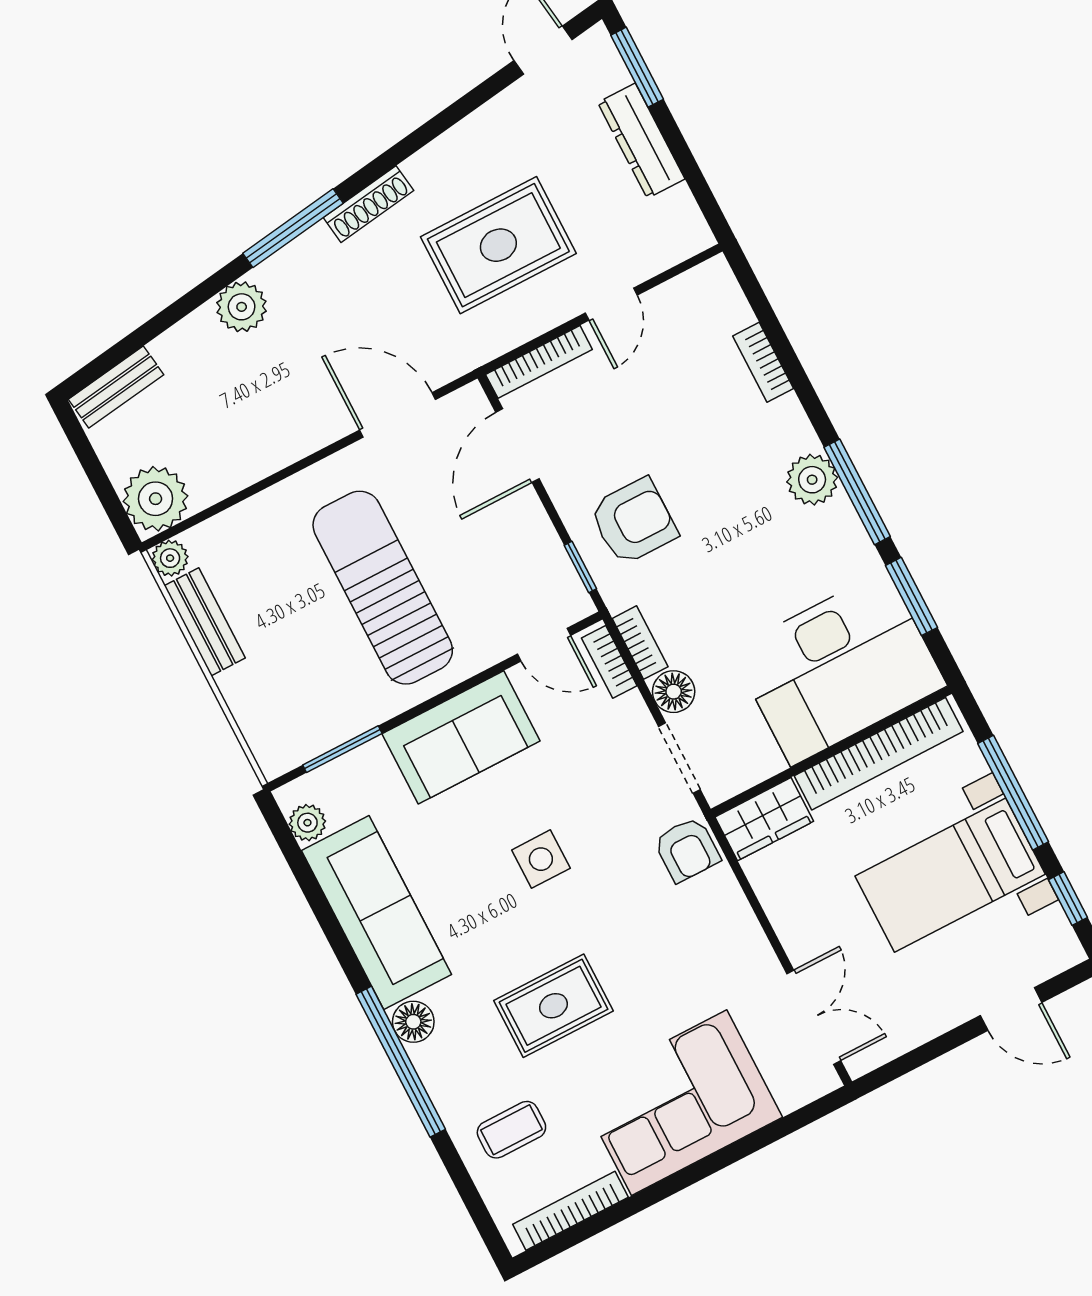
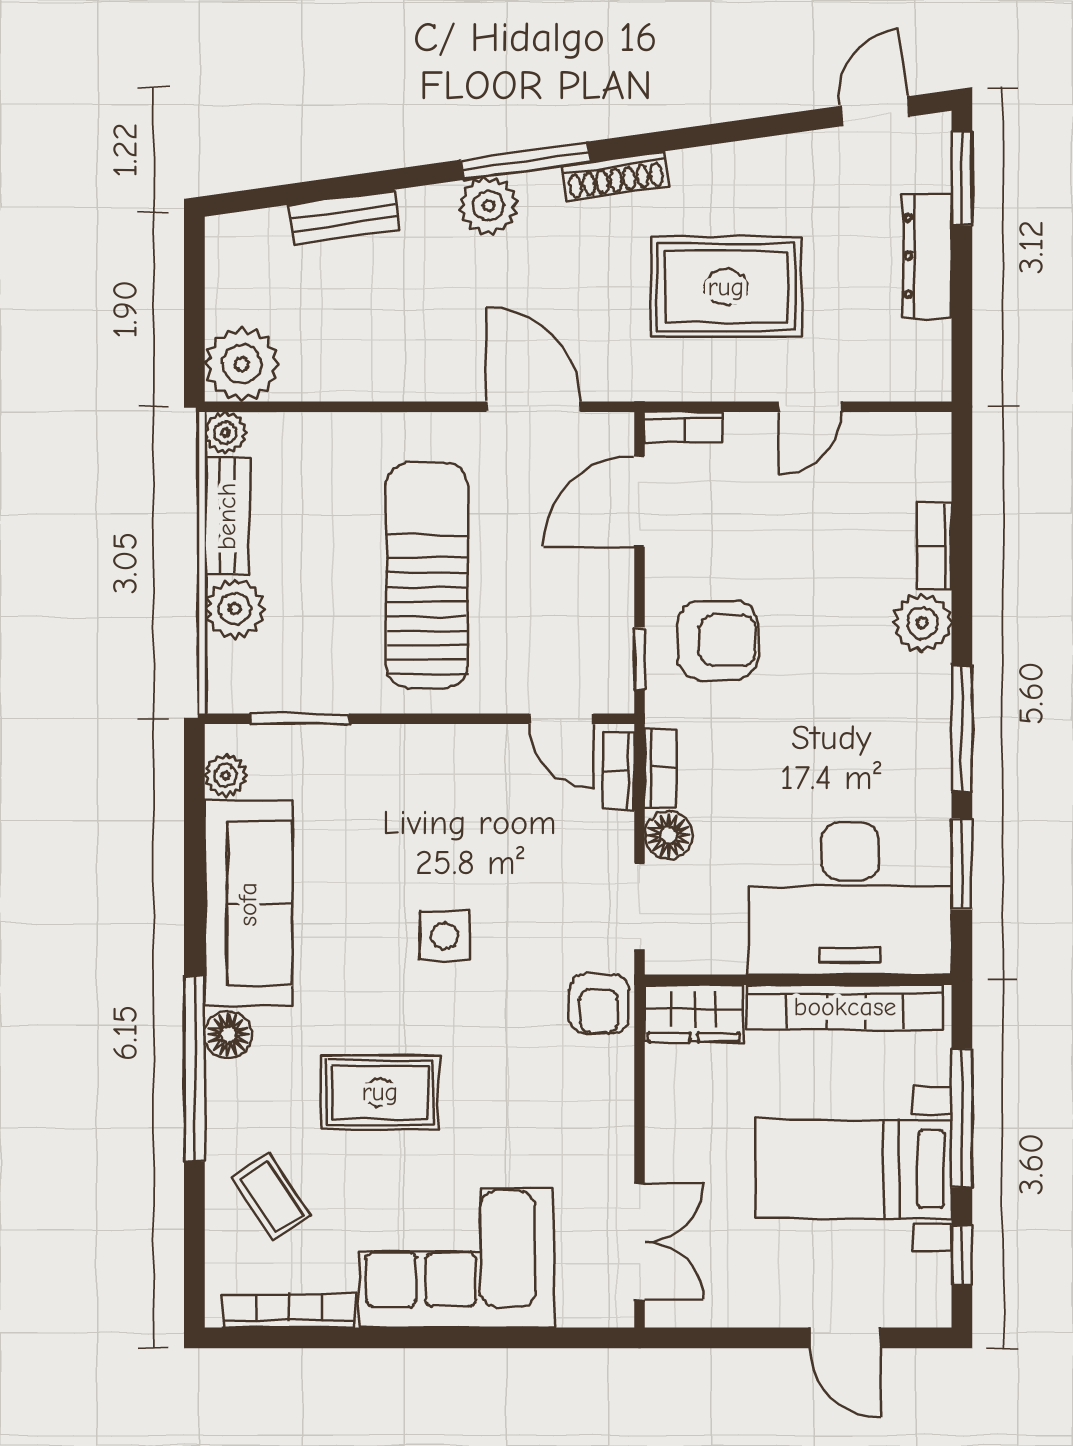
plant: (242, 307) -> (489, 206), moved
bookcase: (539, 362) -> (684, 427), width x0.64
bench: (116, 387) -> (345, 217), moved
plant: (812, 480) -> (922, 623), moved
plant: (248, 690) -> (235, 609), added
sofa: (461, 737) -> (427, 769), removed
coffee table: (511, 1130) -> (271, 1197), turned 57

